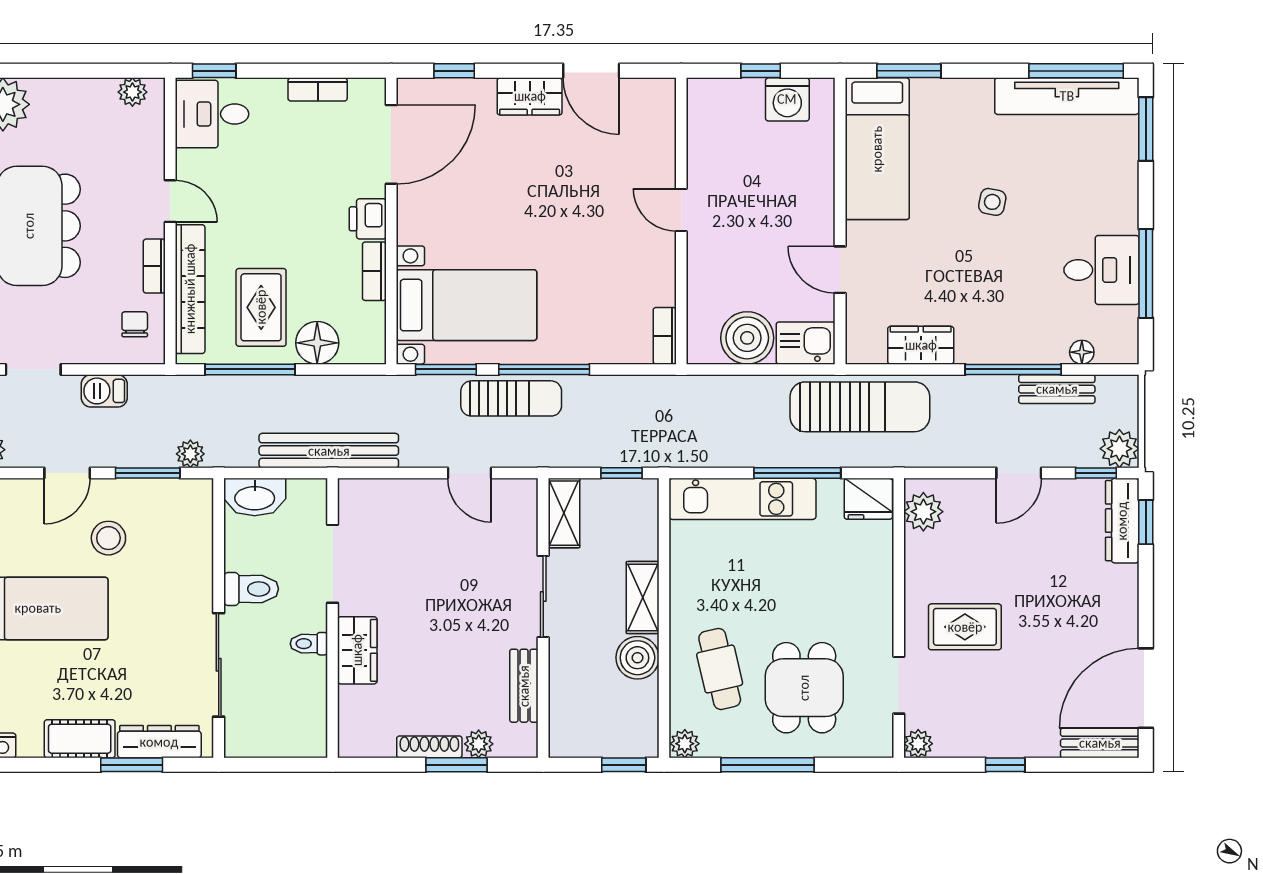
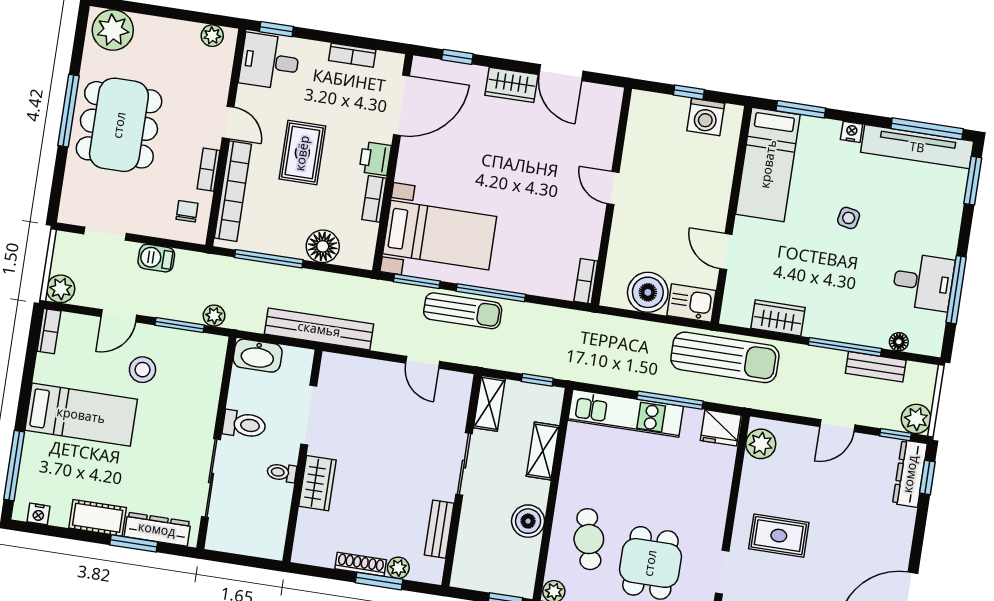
nightstand: (979, 90) -> (852, 132), added
rug: (261, 307) -> (302, 153), moved
shelving: (643, 598) -> (543, 451), moved

